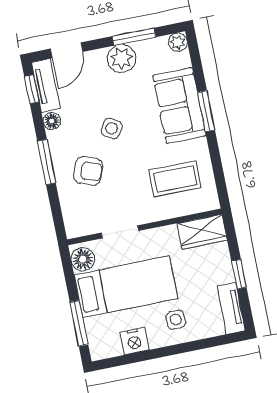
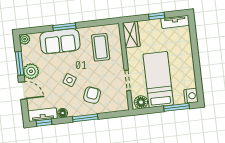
door: (67, 50) -> (23, 91), moved
side table: (176, 320) -> (179, 53), removed
nightstand: (134, 341) -> (191, 96), moved

